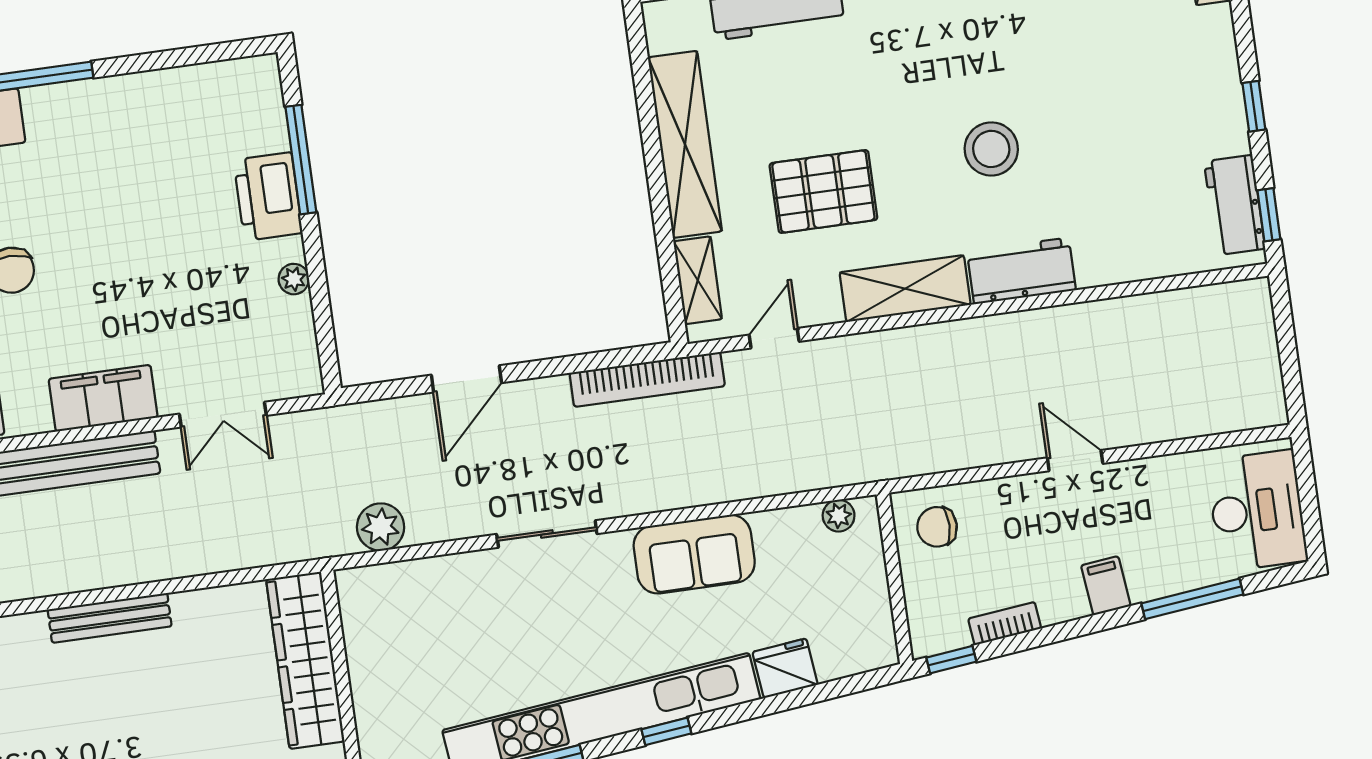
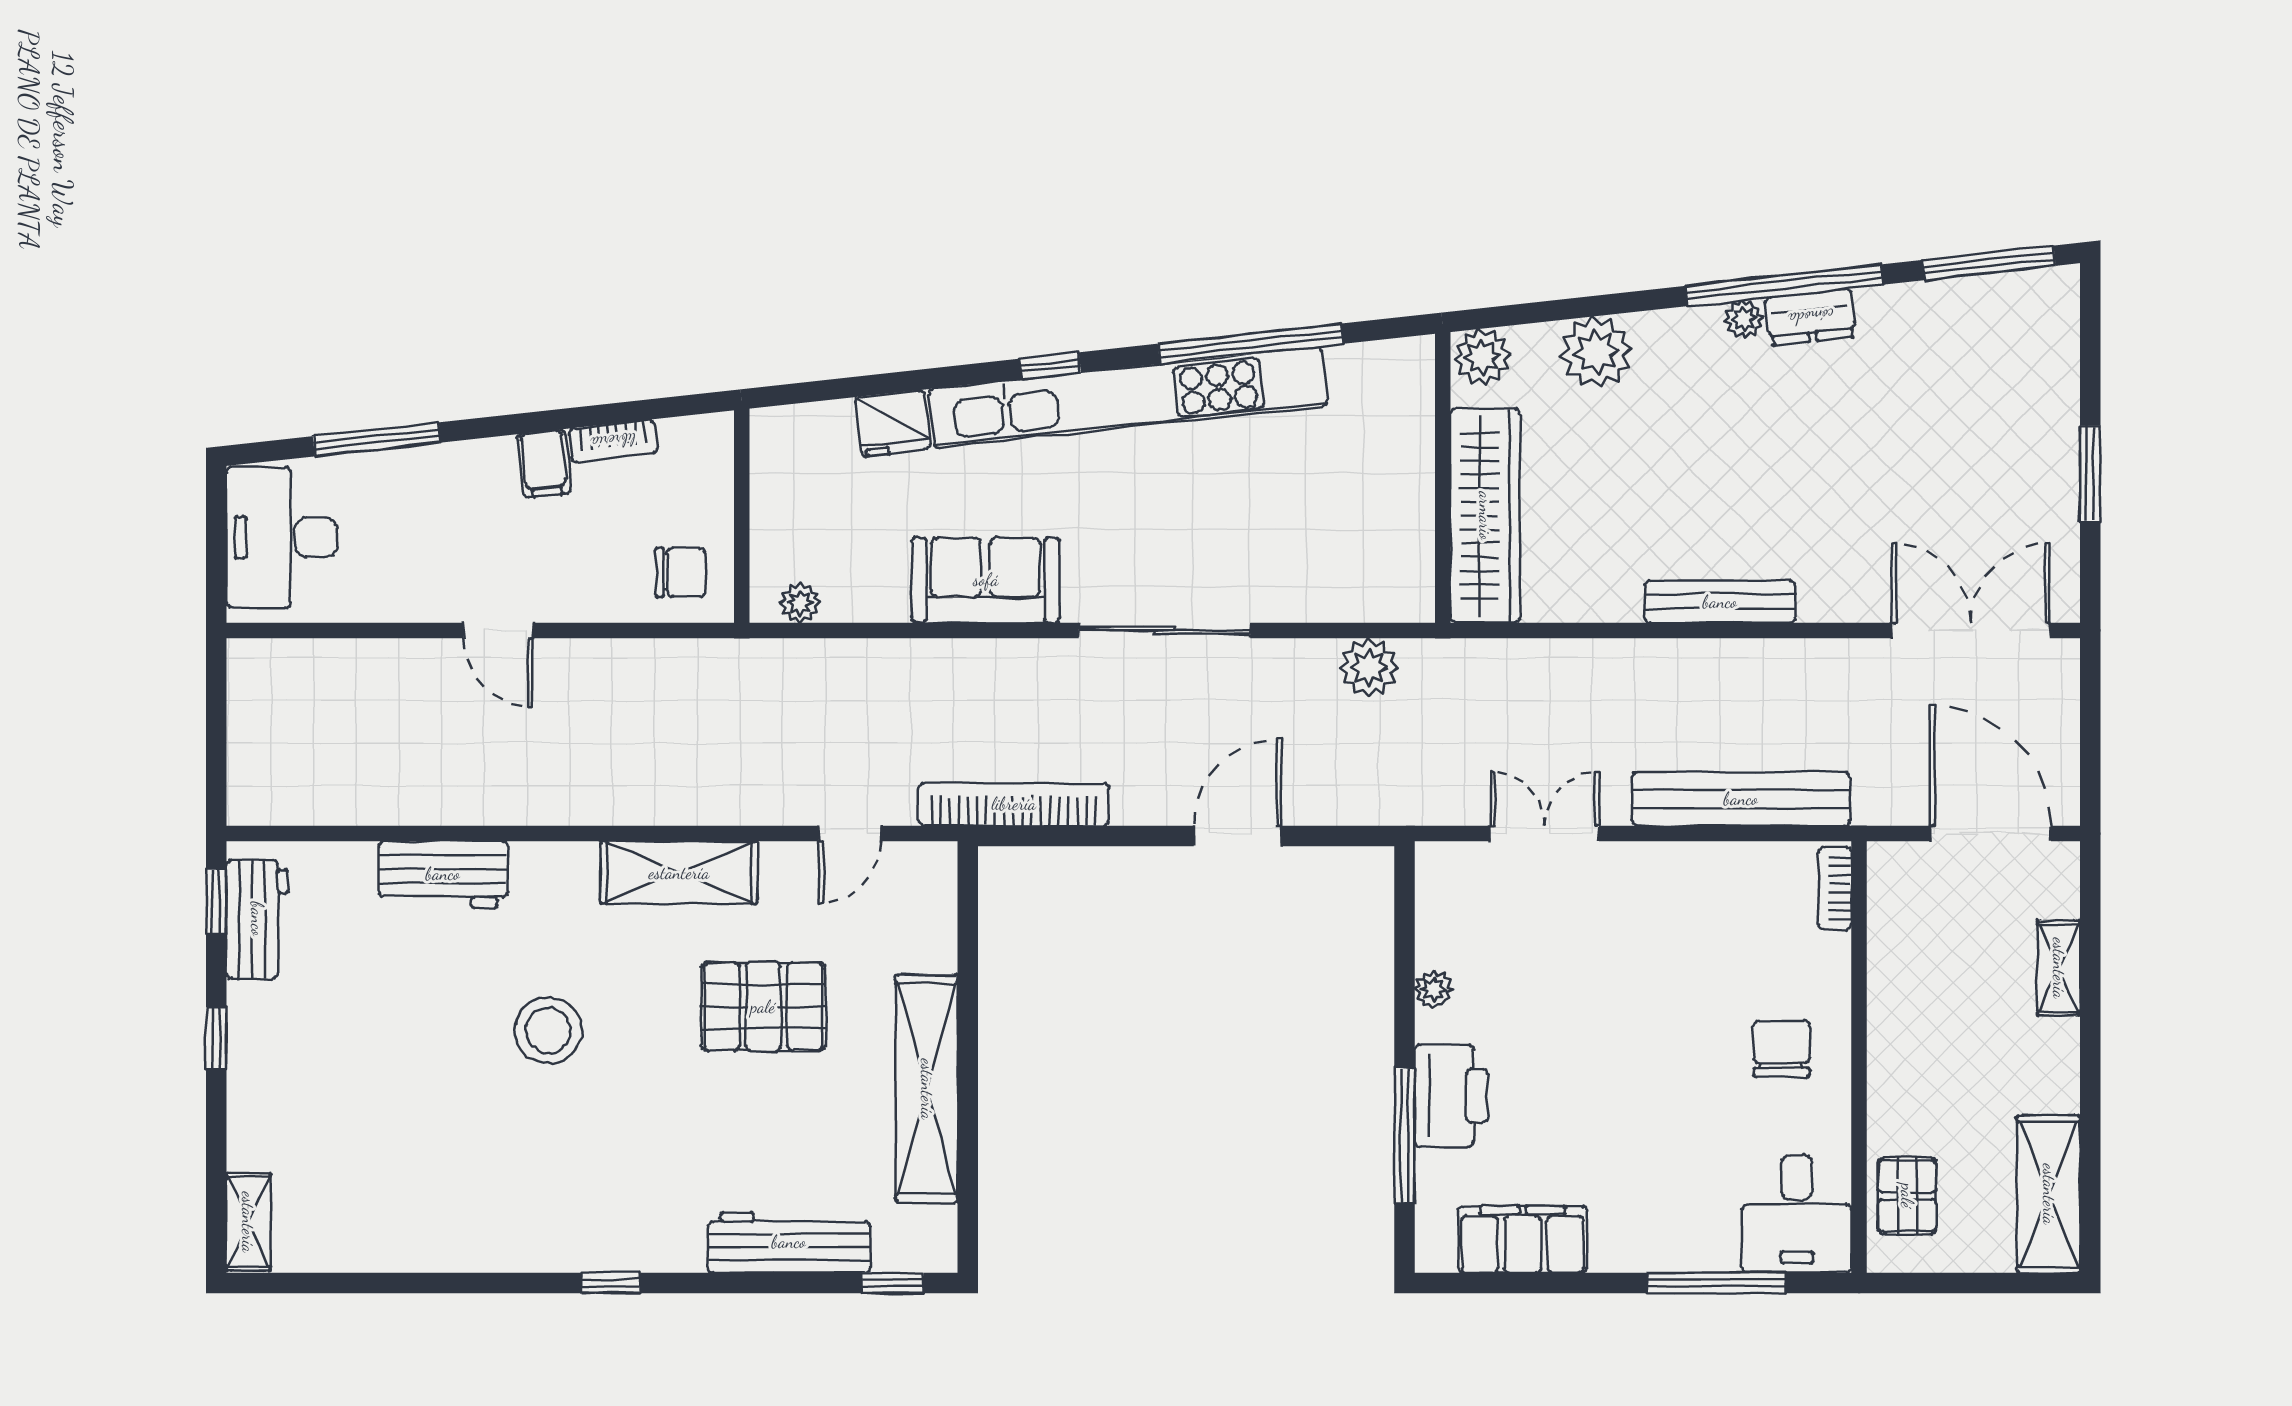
workbench: (1021, 271) -> (443, 874), moved
shelving: (698, 280) -> (934, 918), removed
filing cabinet: (103, 398) -> (1522, 1239), moved, turned 180
sliding door: (547, 534) -> (1164, 630), width x1.37
filing cabinet: (1106, 586) -> (544, 464), moved
window: (951, 660) -> (685, 406), removed

